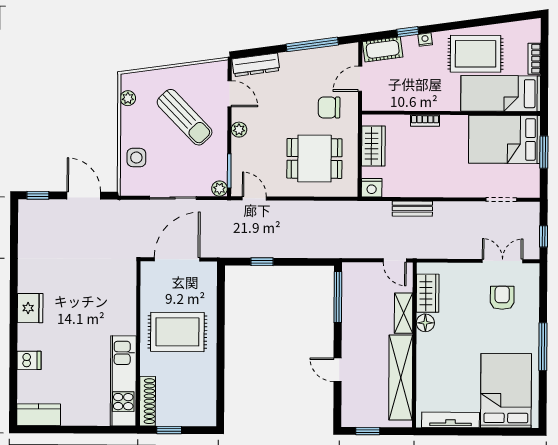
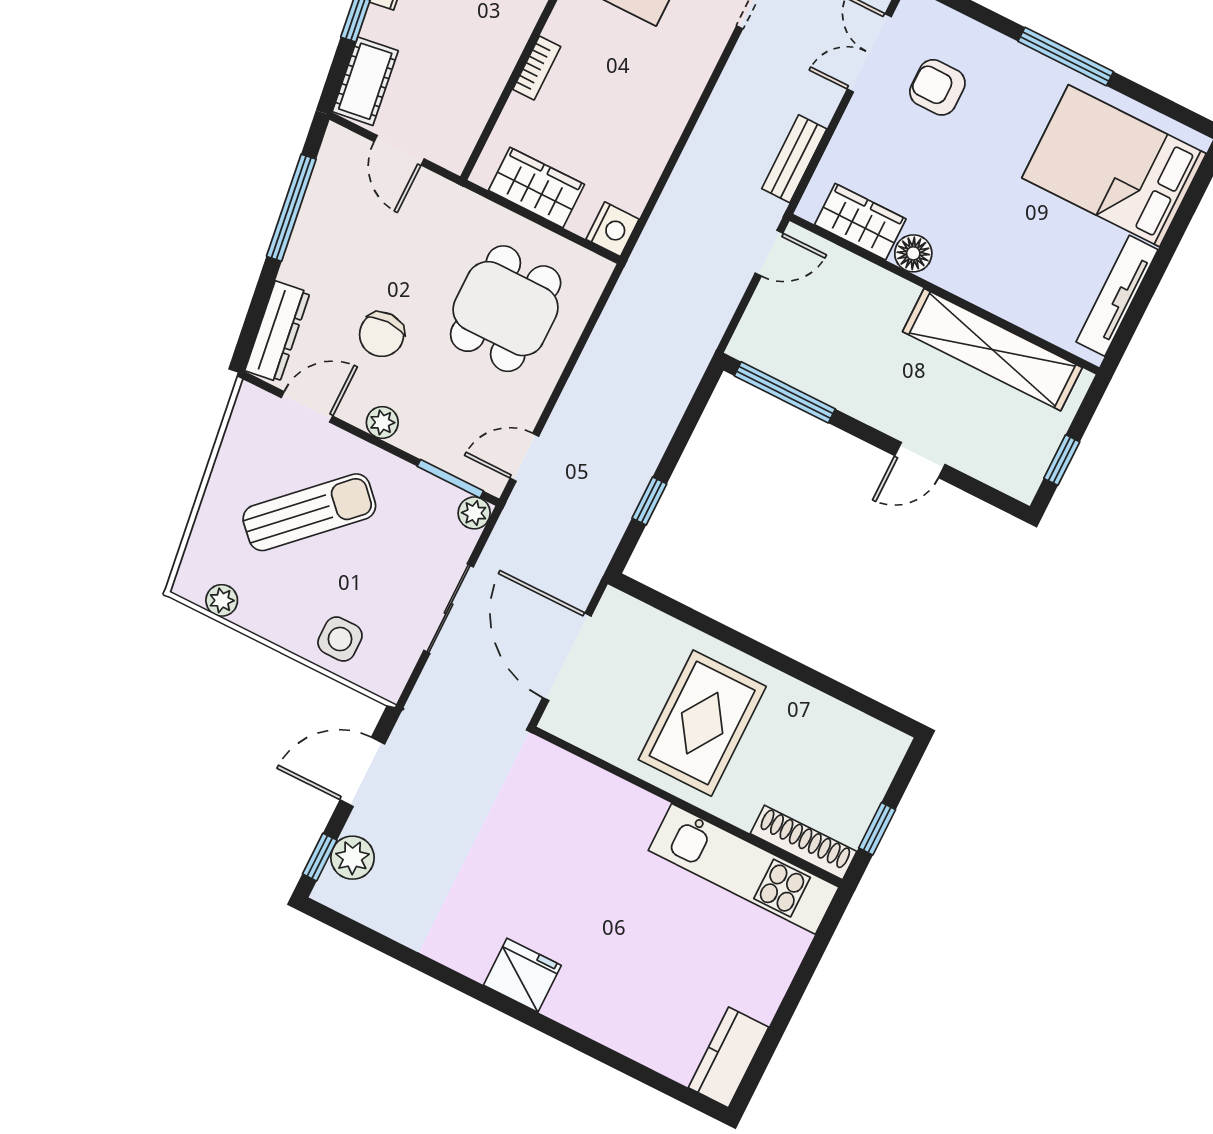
chair: (329, 107) -> (382, 334), moved
bench: (412, 209) -> (794, 159), moved
plant: (45, 210) -> (352, 858), added
shelving: (404, 313) -> (875, 285), removed
dishwasher: (29, 360) -> (619, 1025), removed

